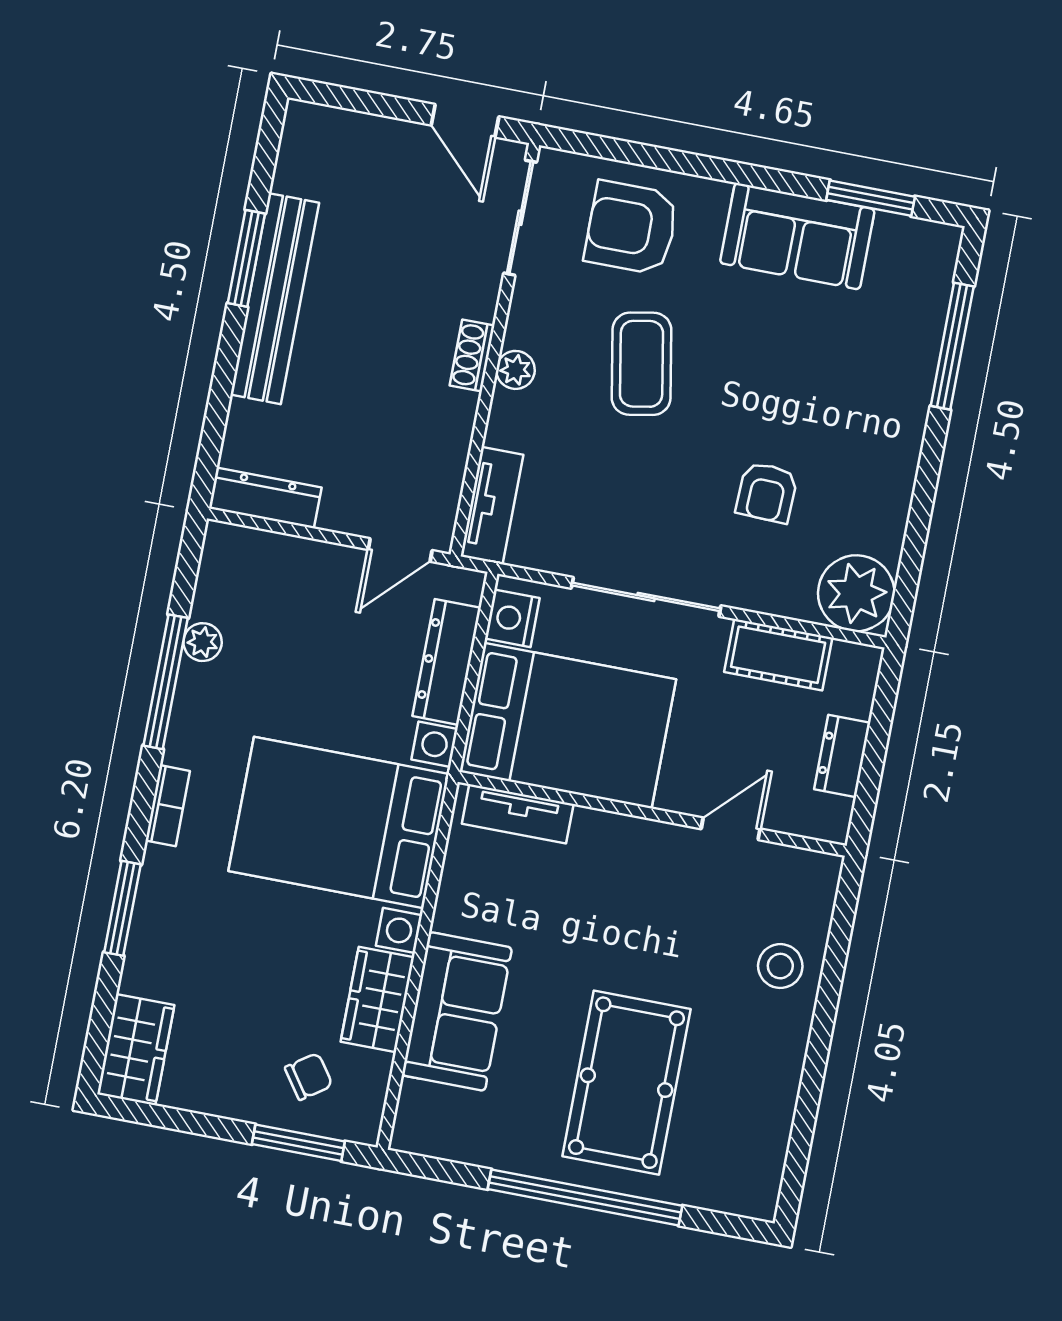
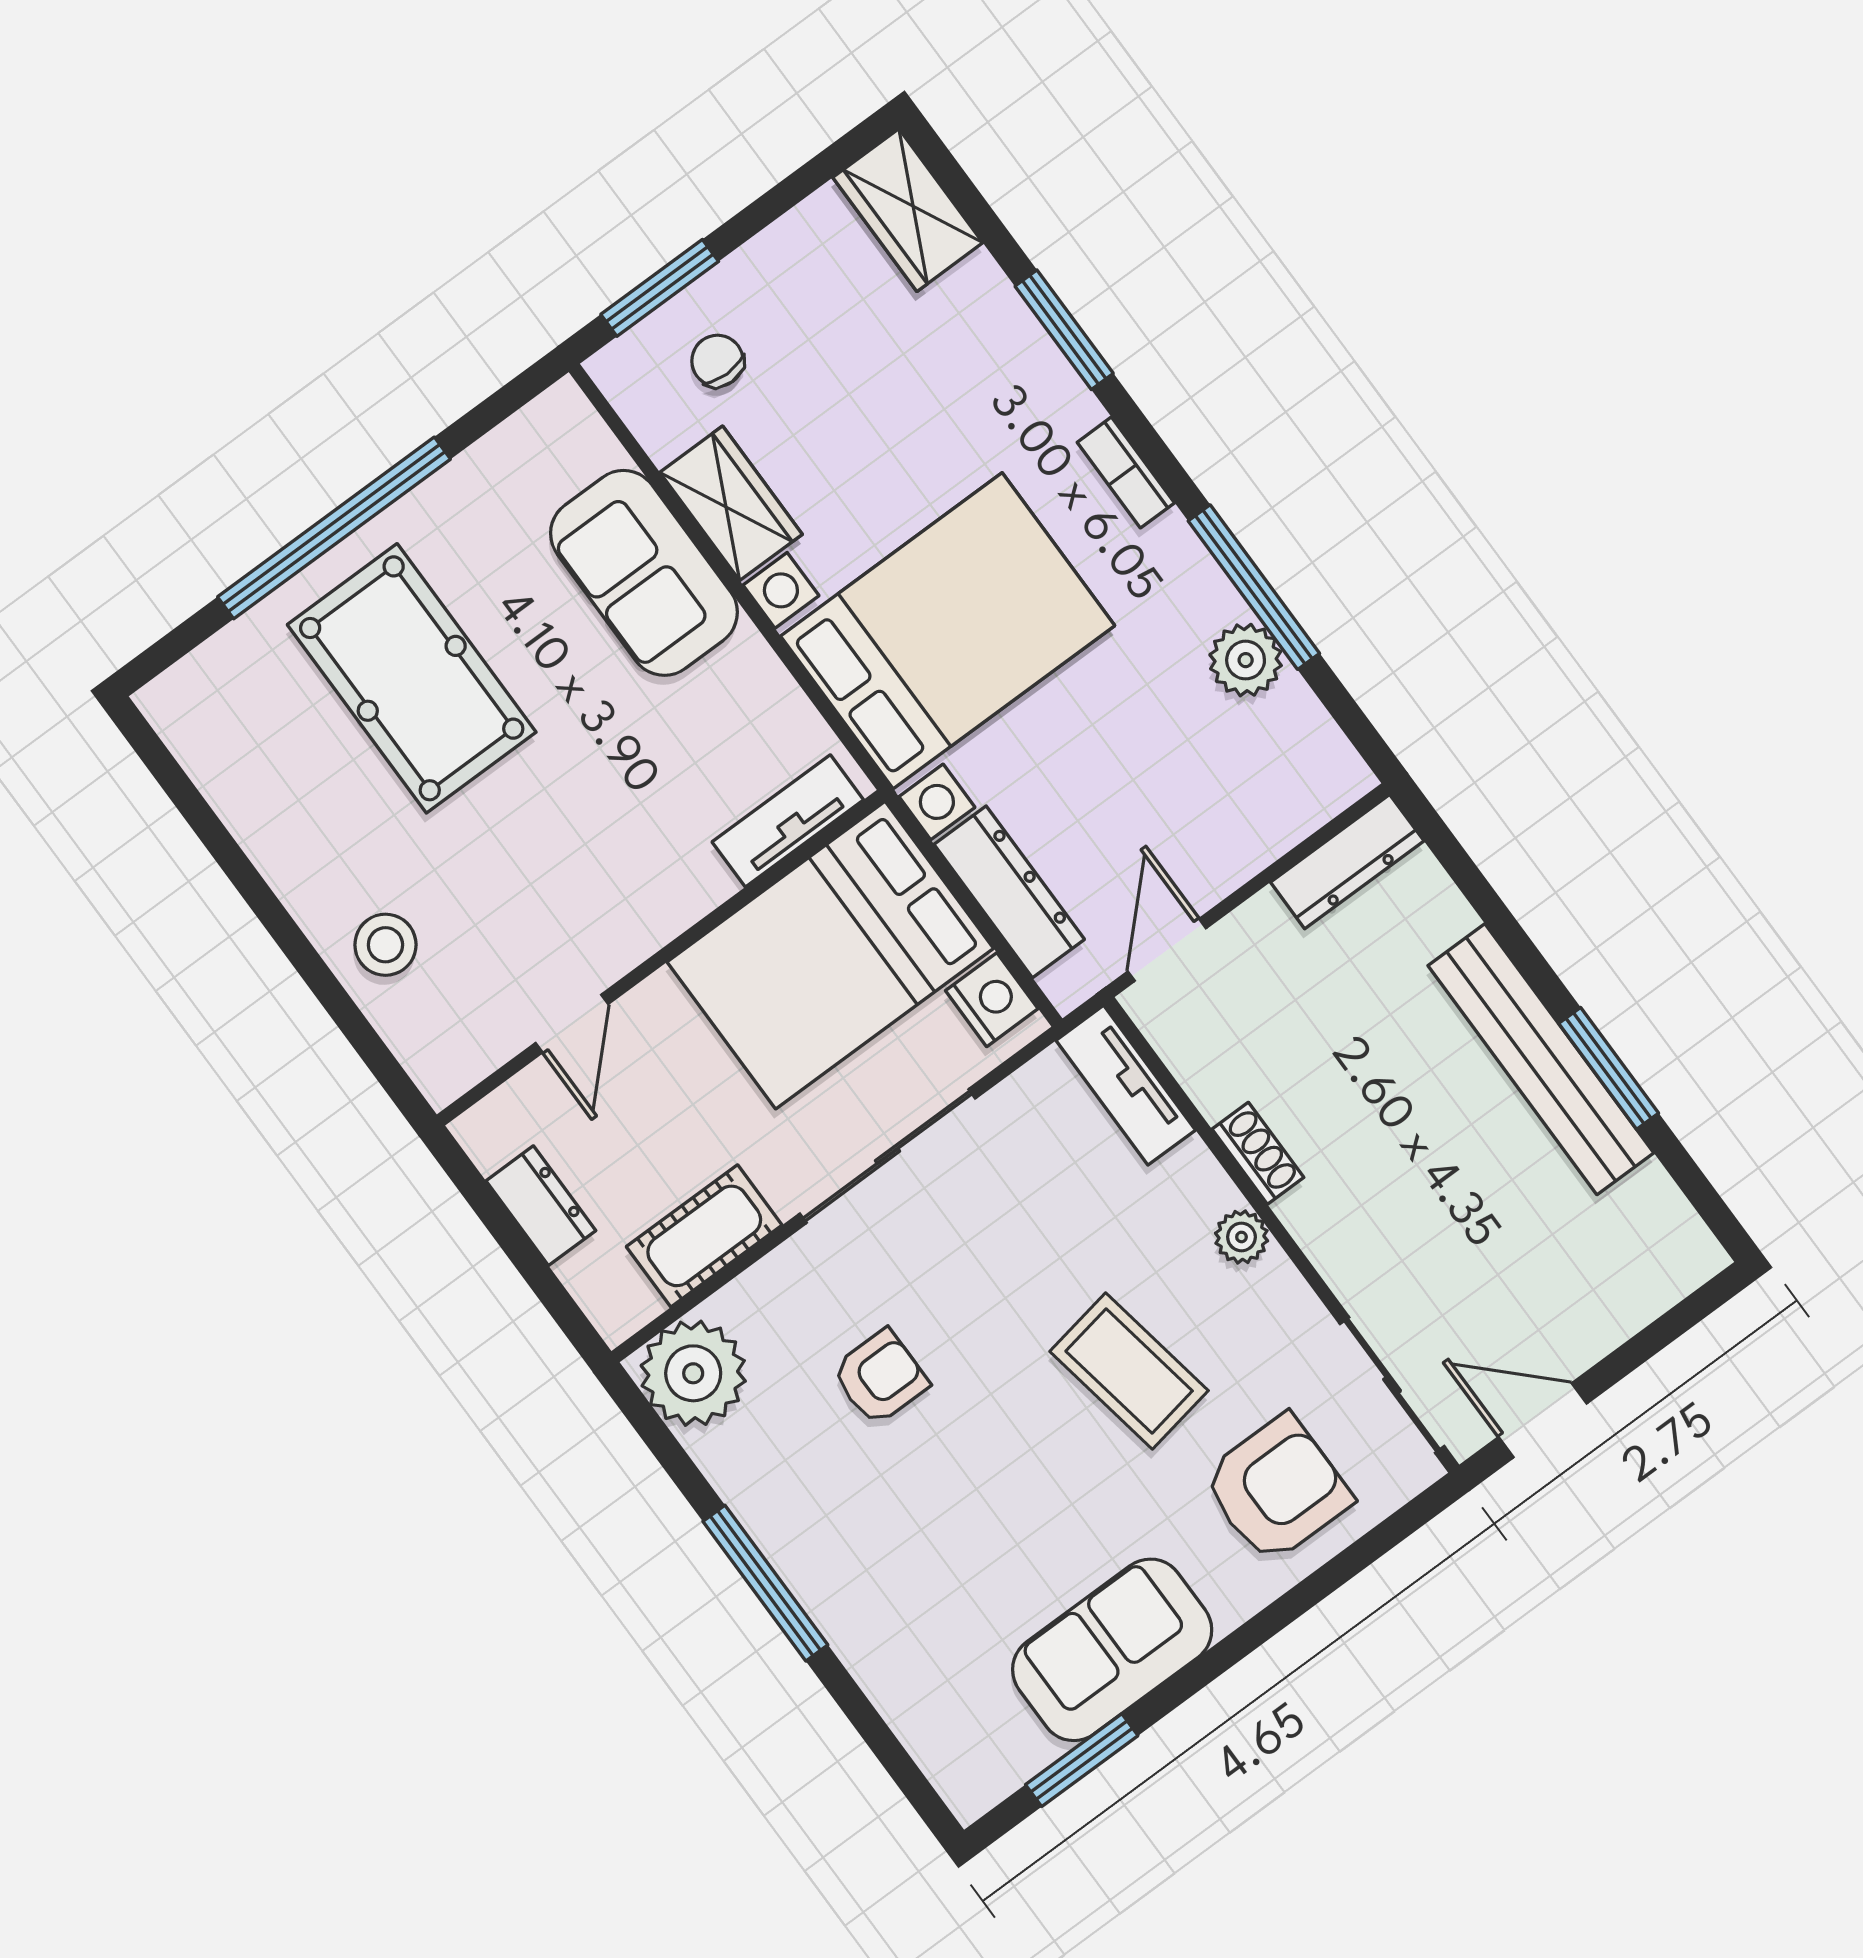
window: (952, 346) -> (765, 1583), moved
shoe rack: (472, 356) -> (1258, 1153), moved
armchair: (767, 492) -> (880, 1377), turned 88
plant: (203, 642) -> (1246, 660), width x1.38, depth x1.38
chair: (309, 1076) -> (717, 361), turned 125

